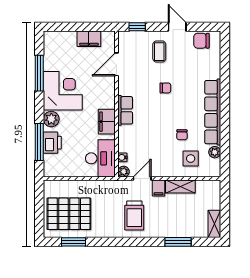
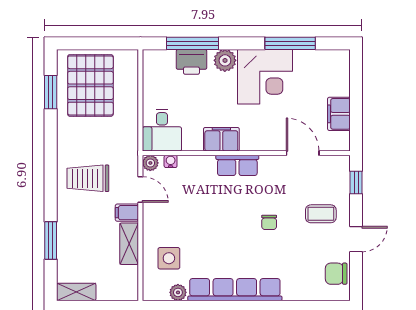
chair: (201, 41) -> (336, 274), turned -90
chair: (182, 135) -> (203, 246), removed
desk: (100, 158) -> (162, 130), width x0.73

